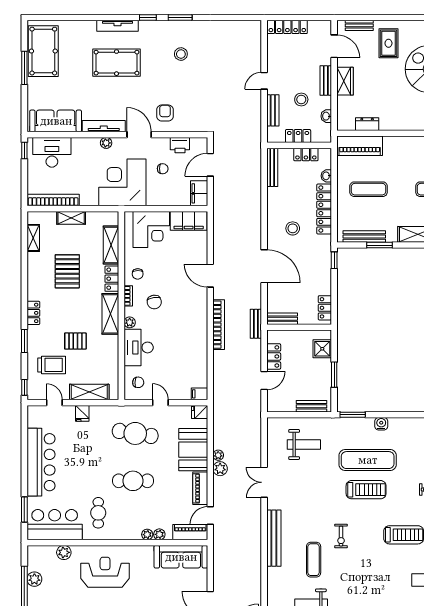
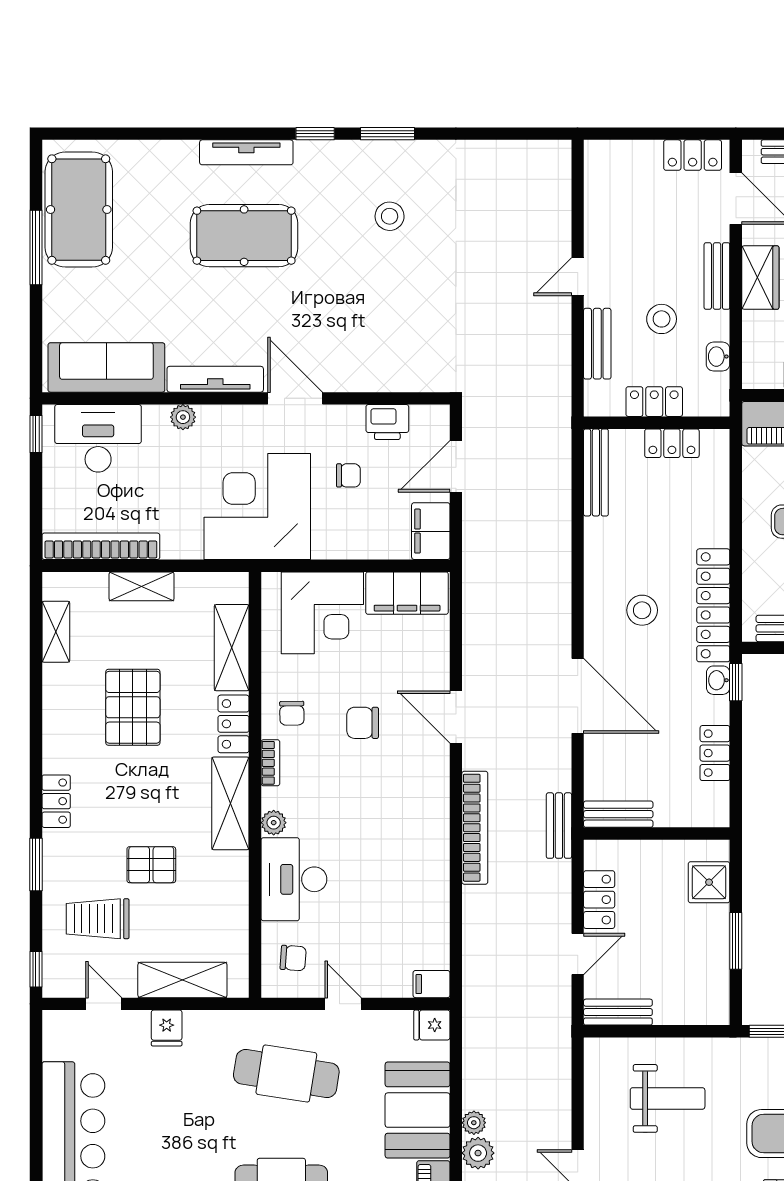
locker: (287, 27) -> (693, 155), moved, width x0.66
armchair: (165, 113) -> (354, 350), removed
plant: (106, 143) -> (183, 417), moved
washbasin: (326, 176) -> (718, 680), moved
locker: (324, 209) -> (713, 605), moved
chair: (154, 302) -> (363, 723), moved, turned 99
locker: (325, 308) -> (715, 753), moved
trolley: (52, 365) -> (98, 919), turned 180
bench: (312, 406) -> (618, 1012), moved

